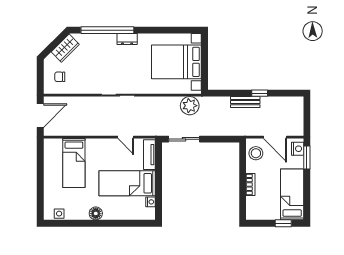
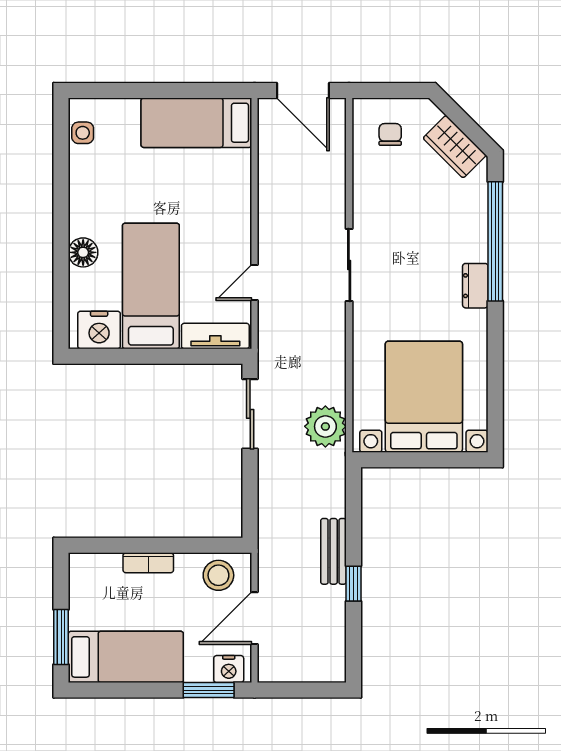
bed: (74, 163) -> (196, 123), moved
nightstand: (151, 202) -> (99, 330), width x1.89, depth x1.79
floor lamp: (96, 213) -> (83, 252), moved
window: (283, 223) -> (61, 637), width x1.50

